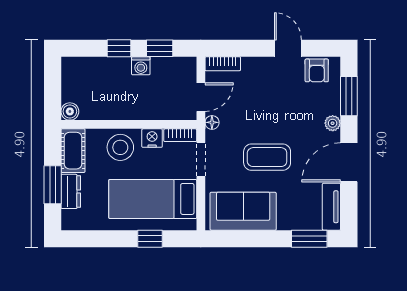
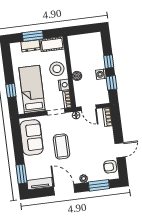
boiler: (70, 111) -> (77, 76), moved

